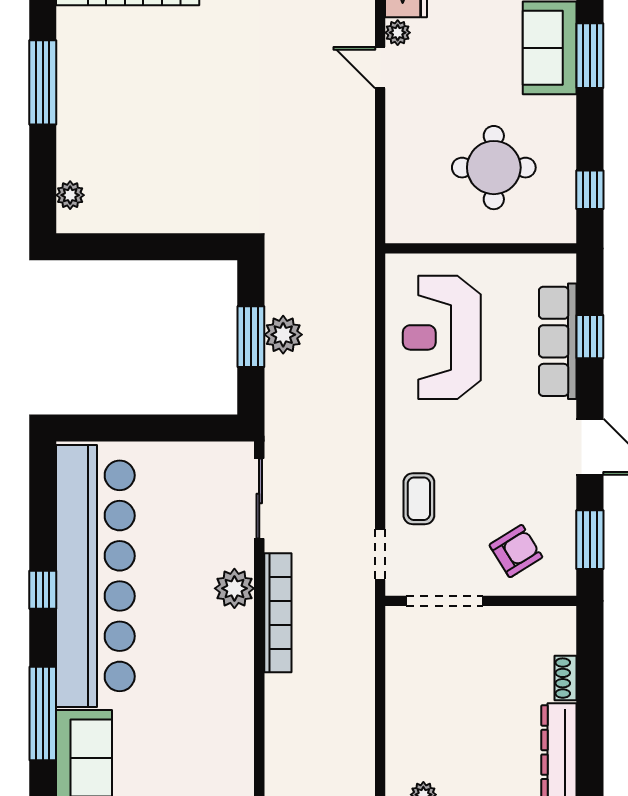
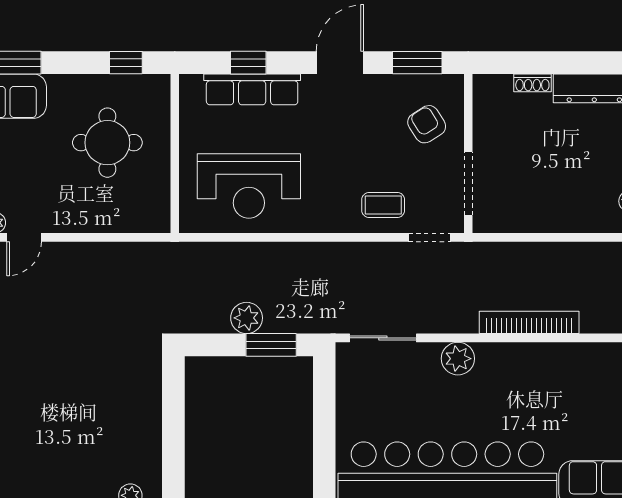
window: (251, 337) -> (271, 345), moved
bookcase: (278, 613) -> (529, 322), moved

